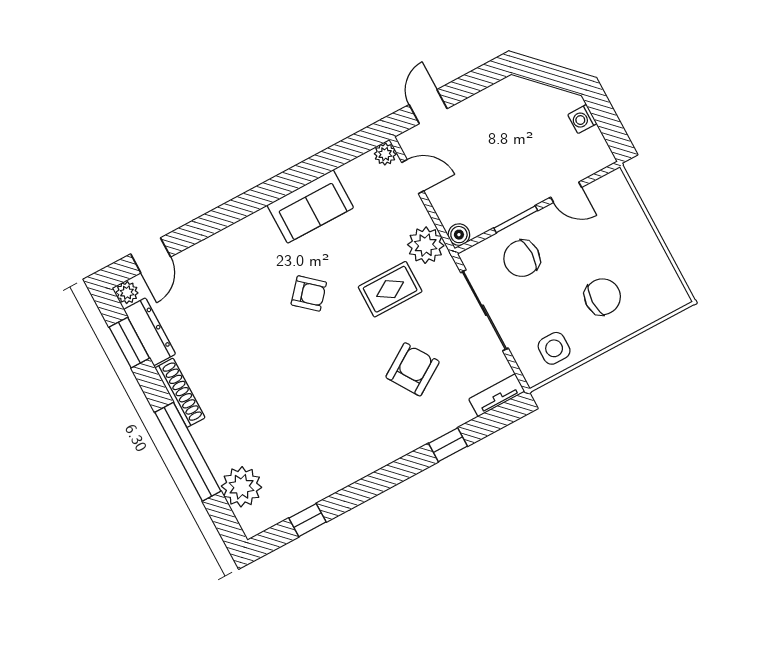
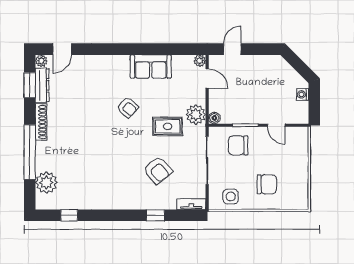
armchair: (413, 369) -> (158, 170), turned 83

